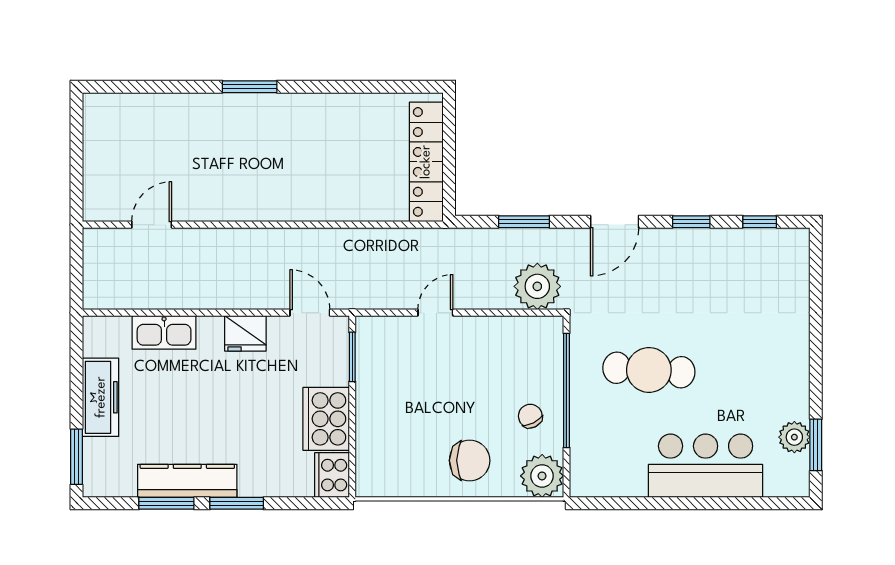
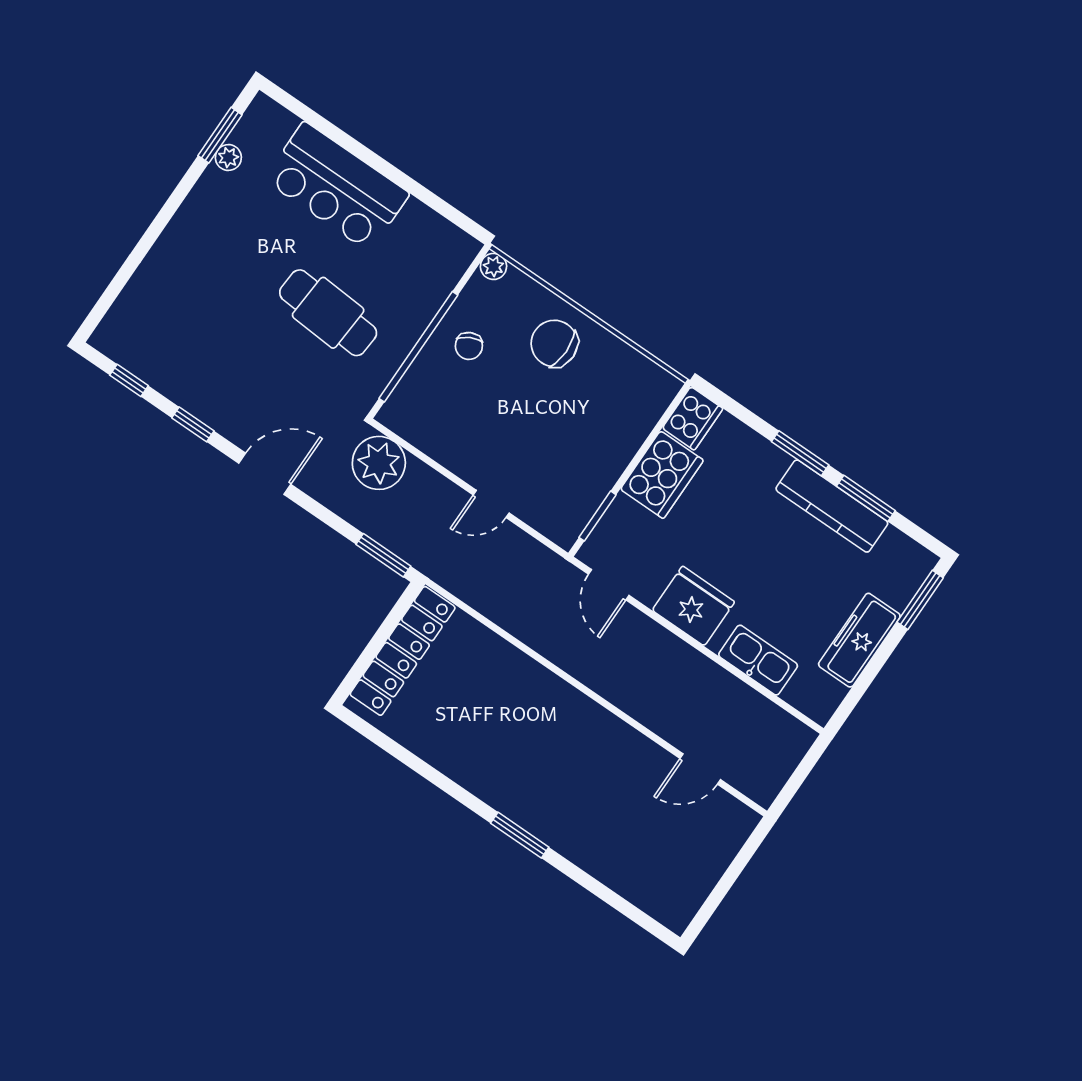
window: (524, 222) -> (383, 555), moved
fridge: (245, 333) -> (693, 606), width x1.36, depth x1.34
plant: (794, 437) -> (228, 157), width x0.73, depth x0.73
plant: (542, 476) -> (493, 266), width x0.53, depth x0.53

